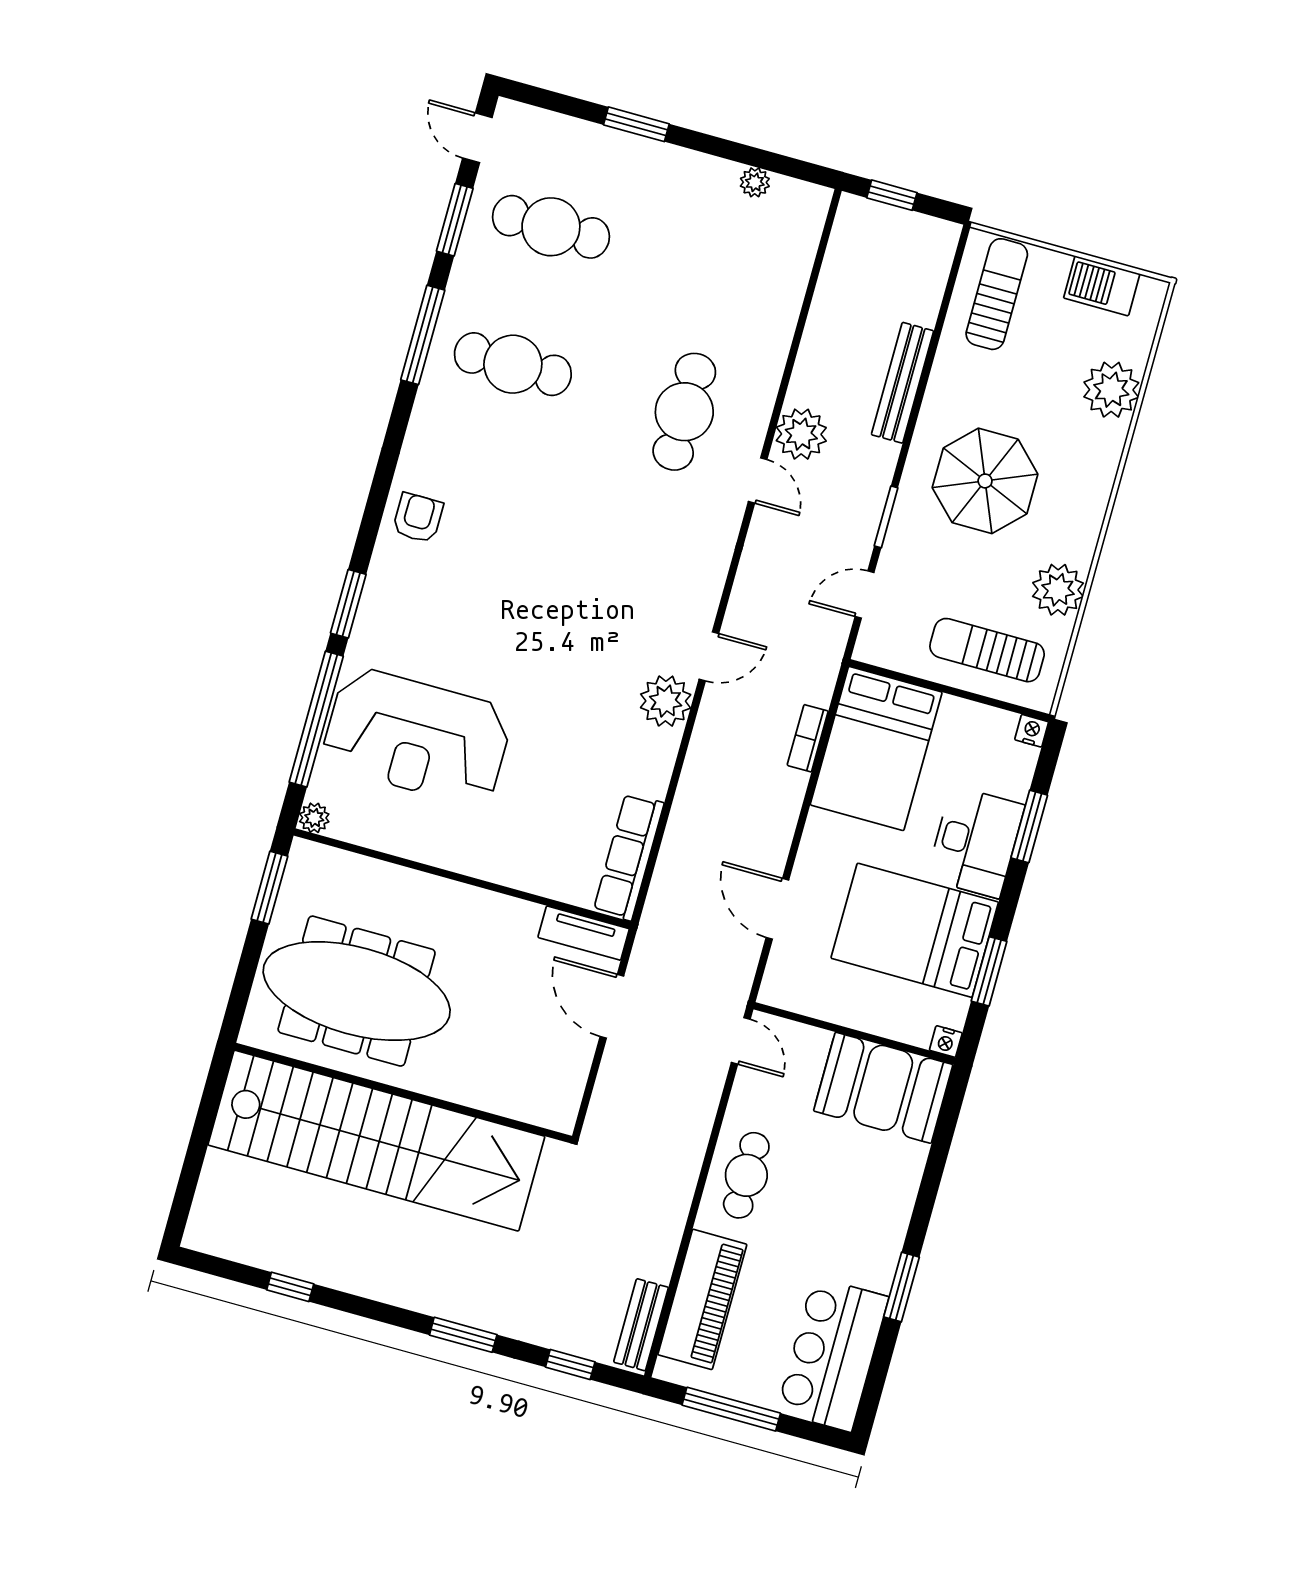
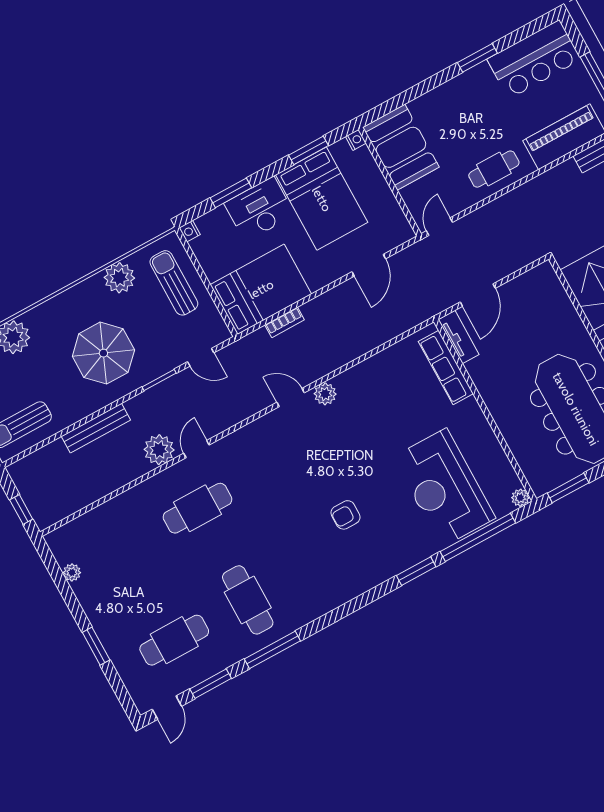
cafe table: (551, 227) -> (174, 640), turned 90
armchair: (418, 518) -> (346, 515), moved
sun lounger: (987, 650) -> (174, 283), turned 180
plant: (666, 701) -> (325, 394), width x0.73, depth x0.73
reception desk: (417, 737) -> (444, 488), turned 180
row of seats: (629, 857) -> (446, 368), moved, turned 90

